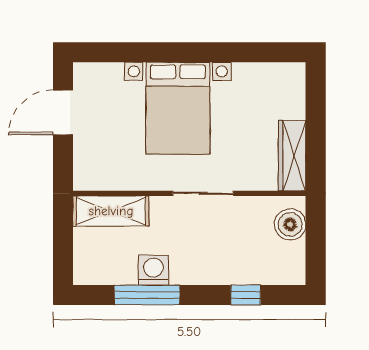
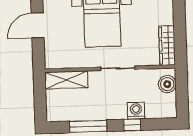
washing machine: (153, 270) -> (136, 111), moved
window: (246, 295) -> (132, 125), moved

